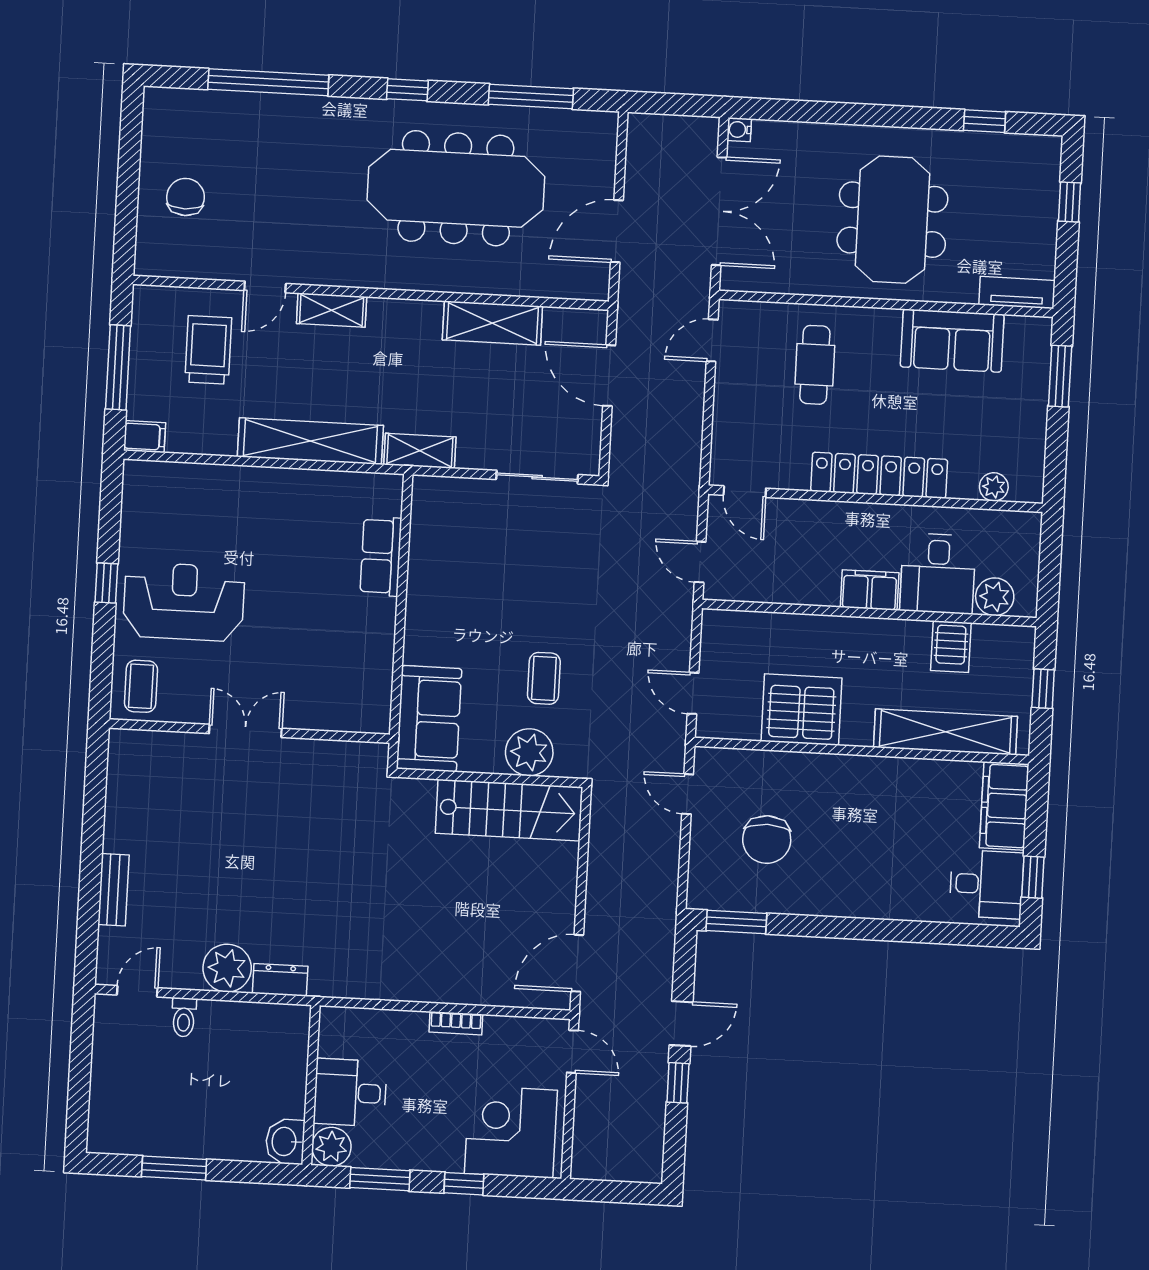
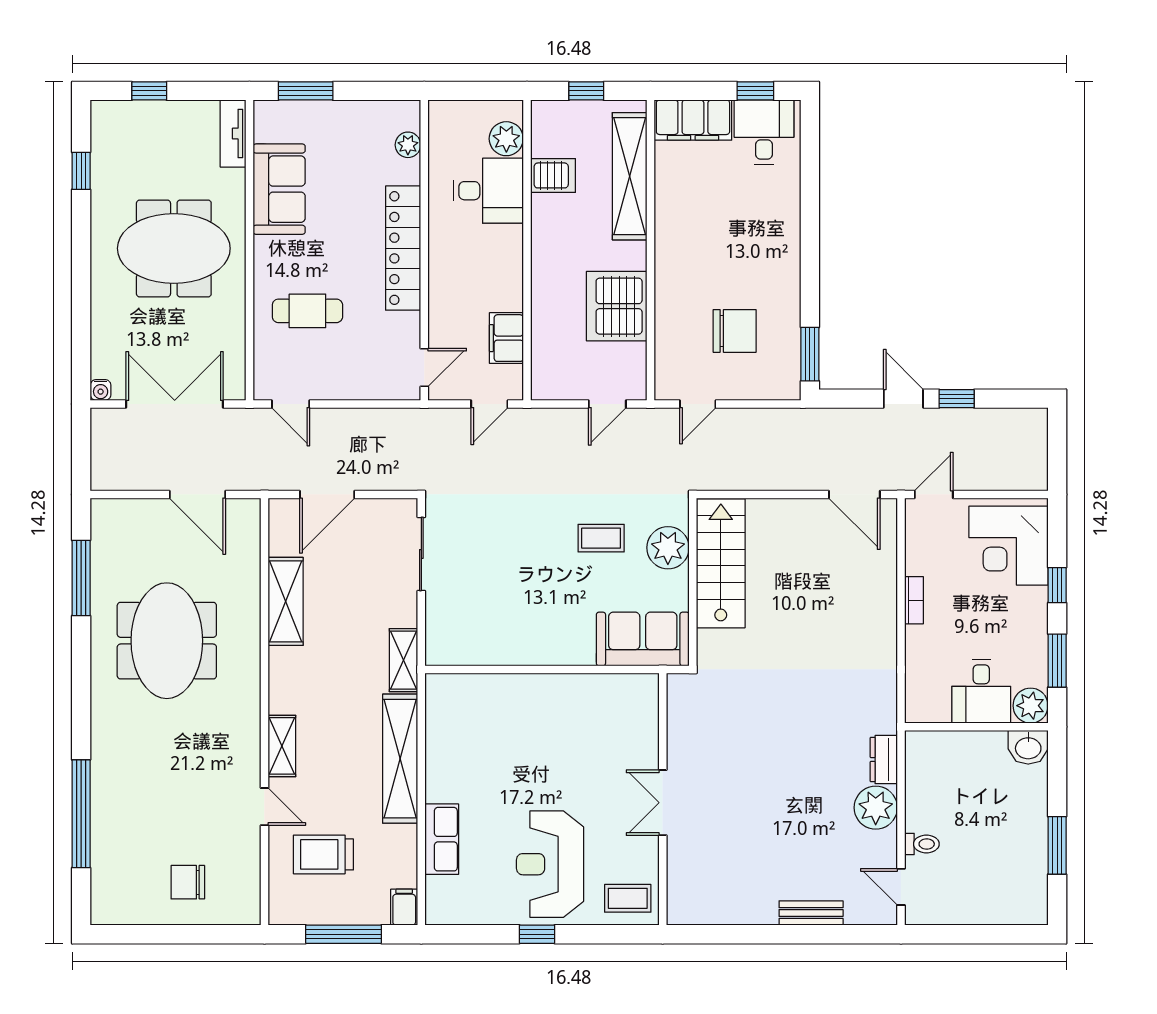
window: (407, 90) -> (81, 689), removed
meeting table: (456, 188) -> (167, 641), width x0.73
row of seats: (381, 556) -> (442, 839), moved, turned -90
filing cabinet: (870, 590) -> (506, 338), moved

